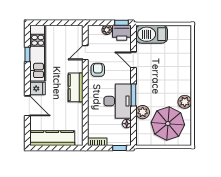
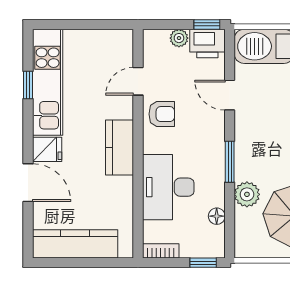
armchair: (98, 70) -> (162, 114), turned 90
desk: (118, 101) -> (168, 187), moved, turned 180

